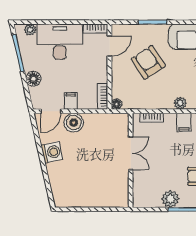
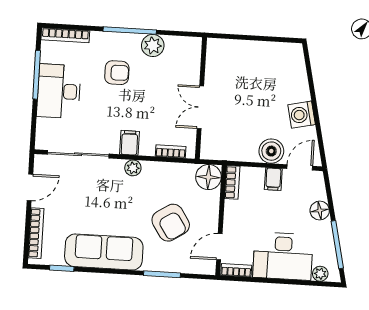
floor lamp: (116, 104) -> (208, 177), width x1.89, depth x1.89

